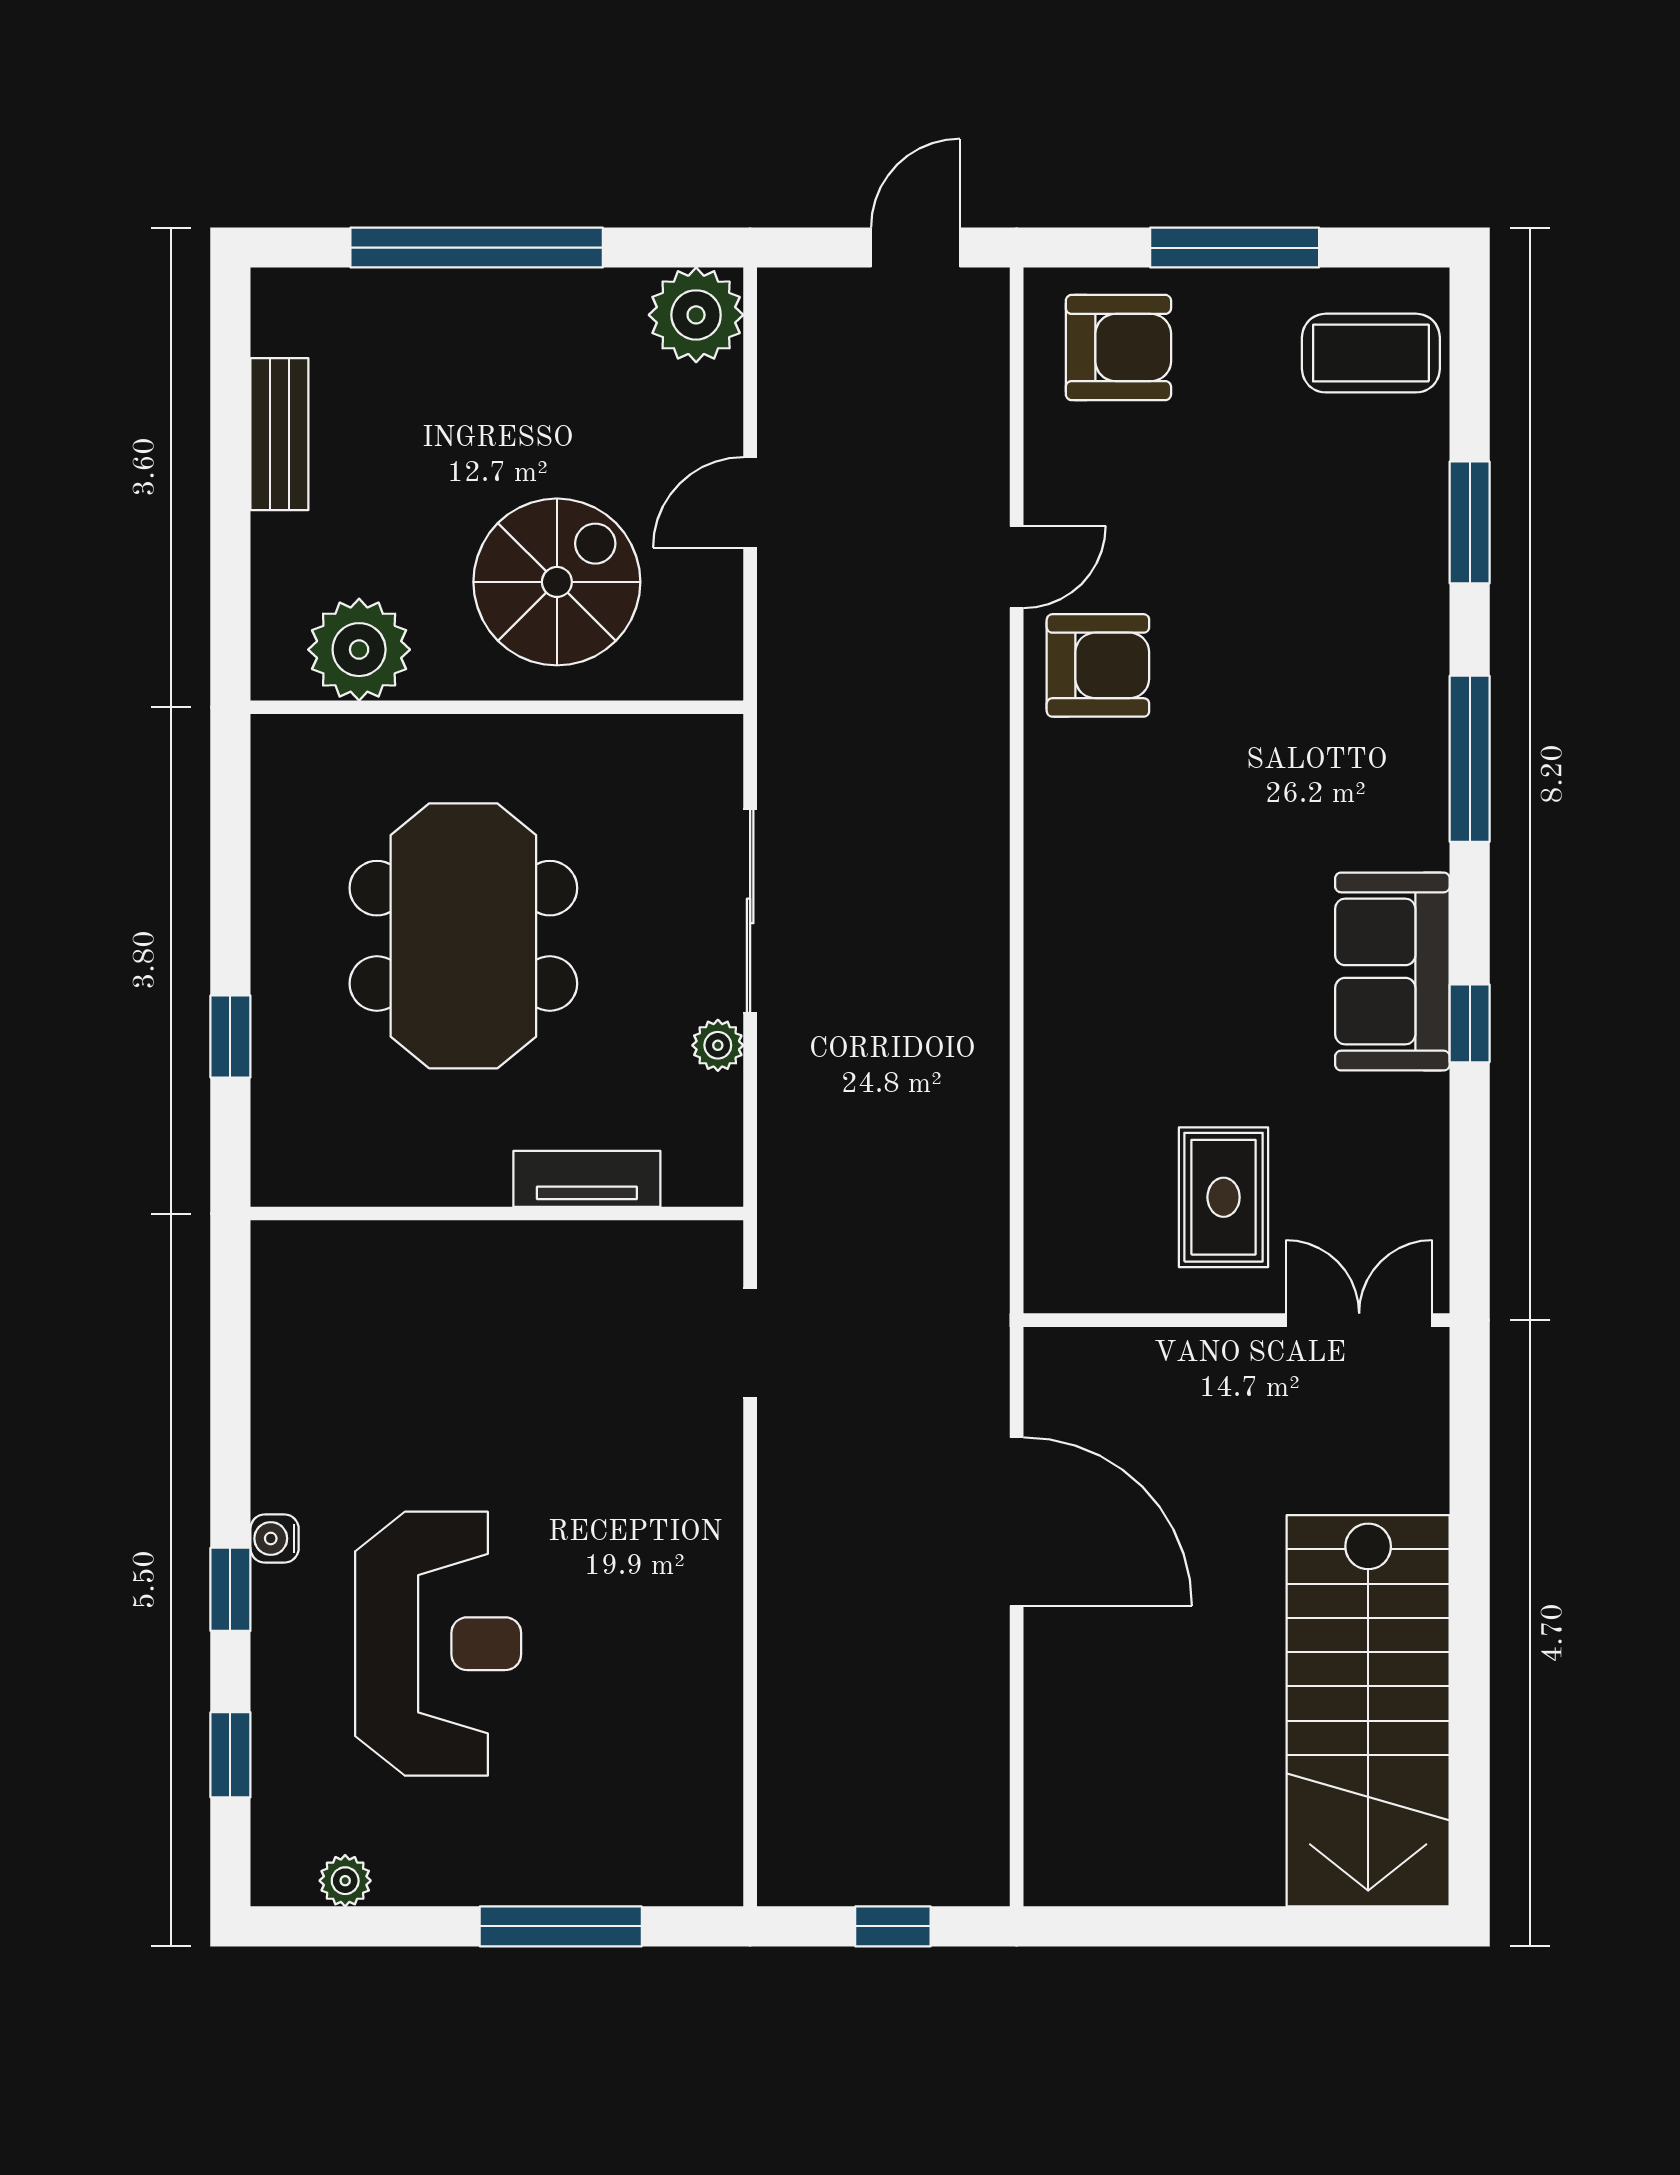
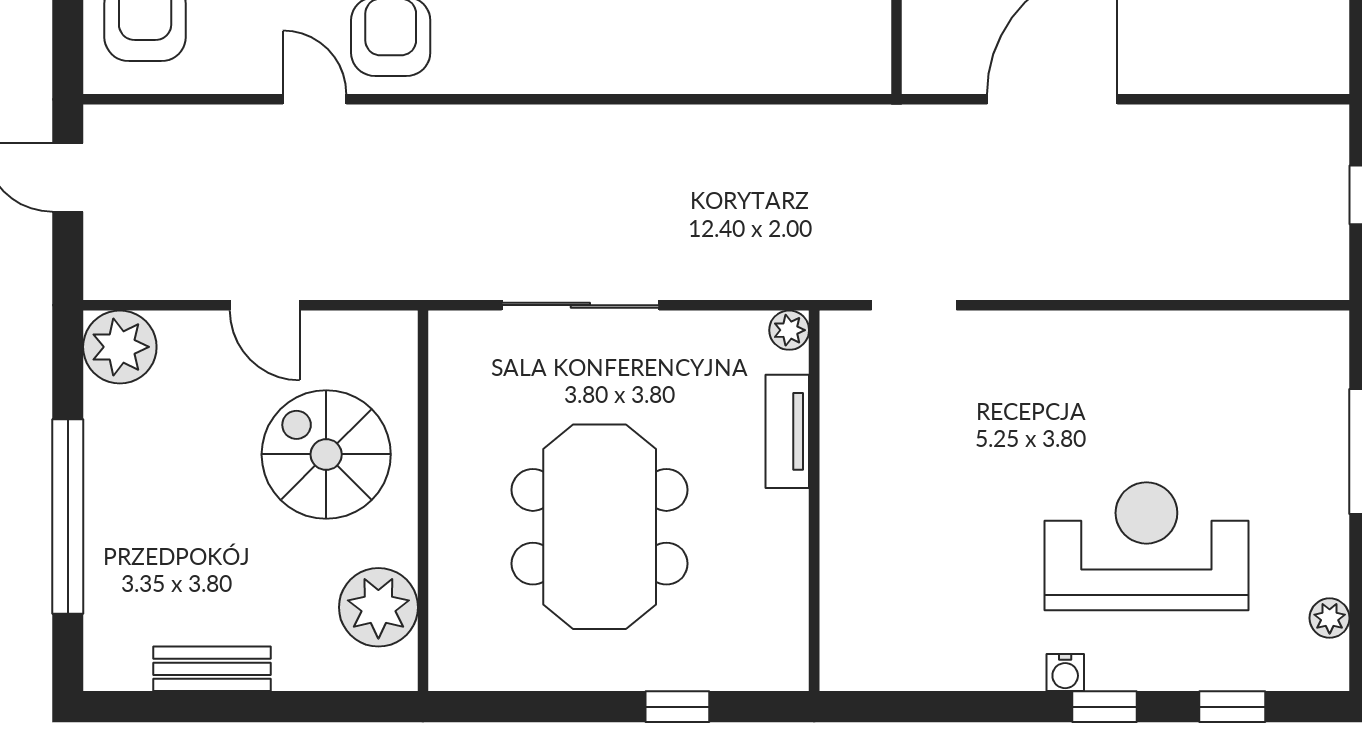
meeting table: (463, 936) -> (600, 527), turned 90
plant: (718, 1045) -> (789, 330), moved

